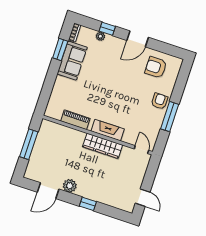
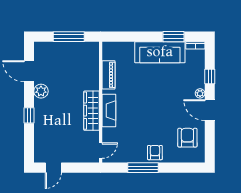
plant: (100, 36) -> (200, 93), moved
sofa: (72, 61) -> (160, 52), width x1.36
armchair: (160, 101) -> (155, 153), turned -90

